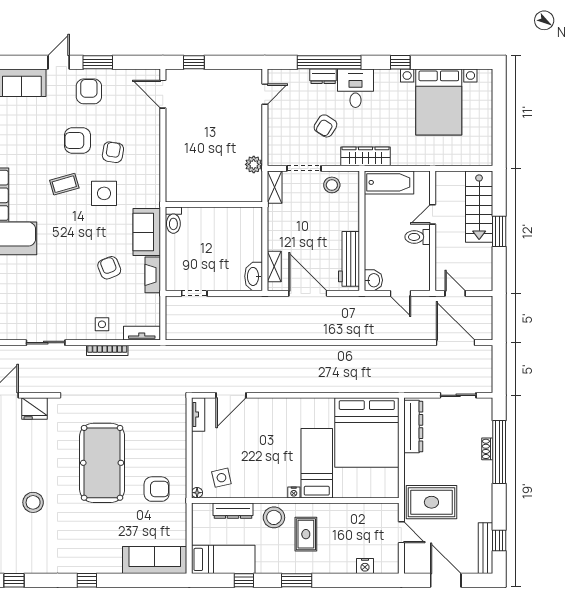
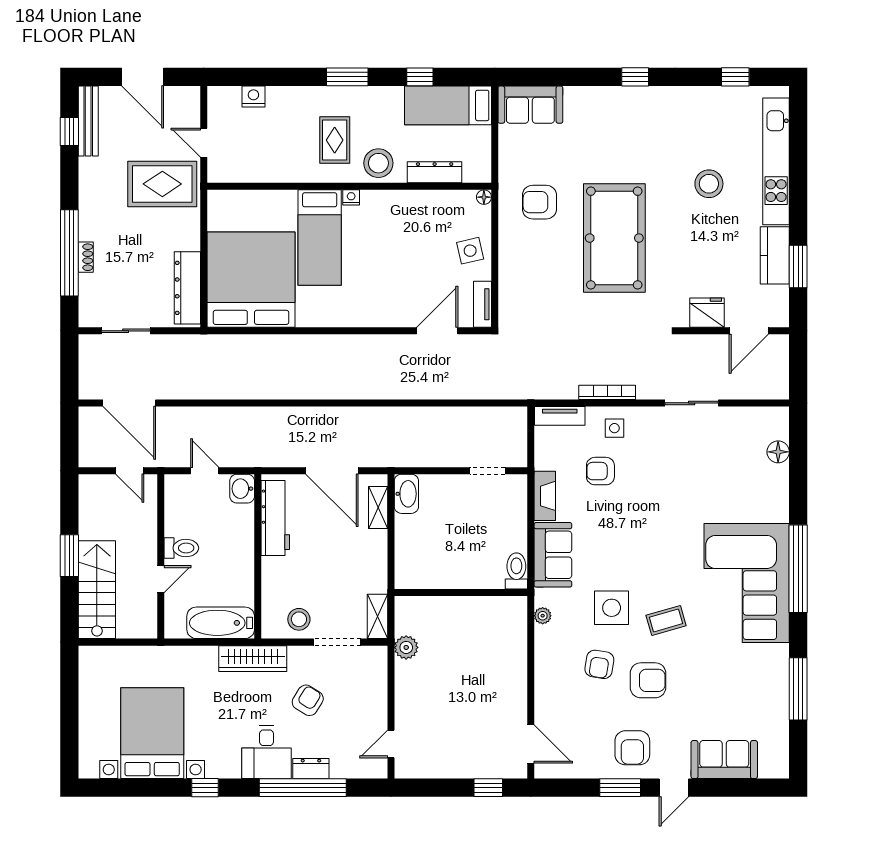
plant: (154, 188) -> (543, 616), added
armchair: (109, 268) -> (600, 471), moved, turned 112
side table: (221, 478) -> (470, 251), moved
sofa: (155, 560) -> (530, 105), width x0.73

